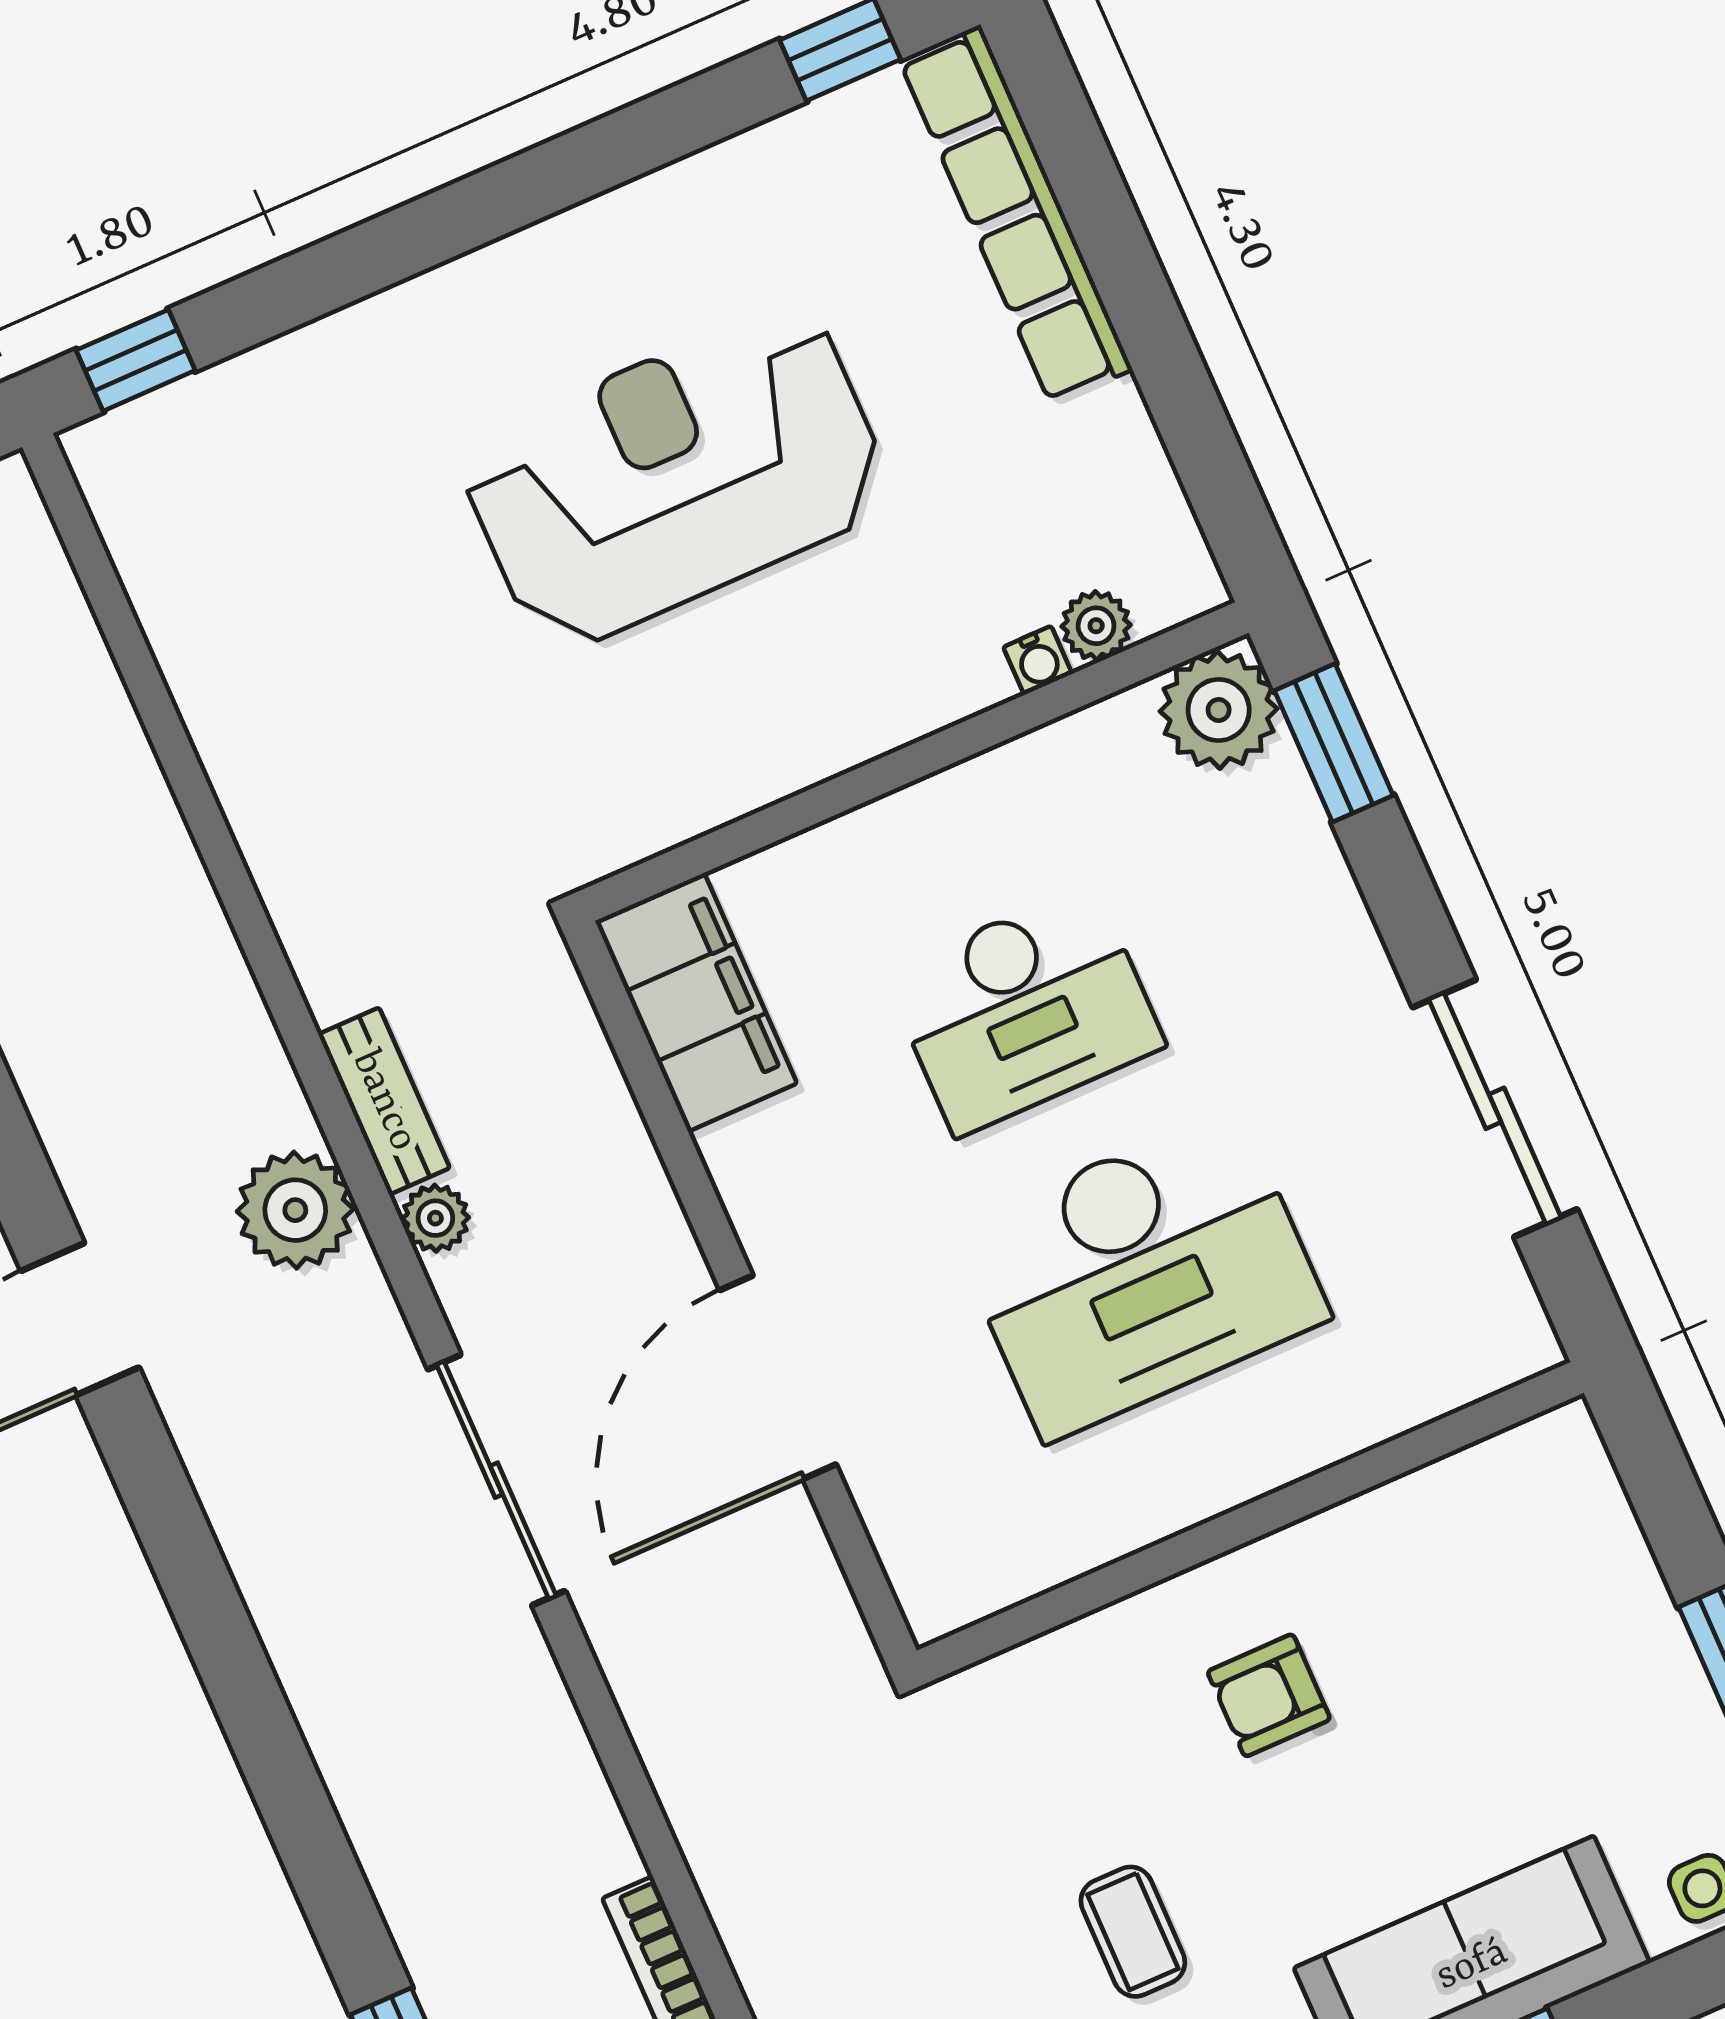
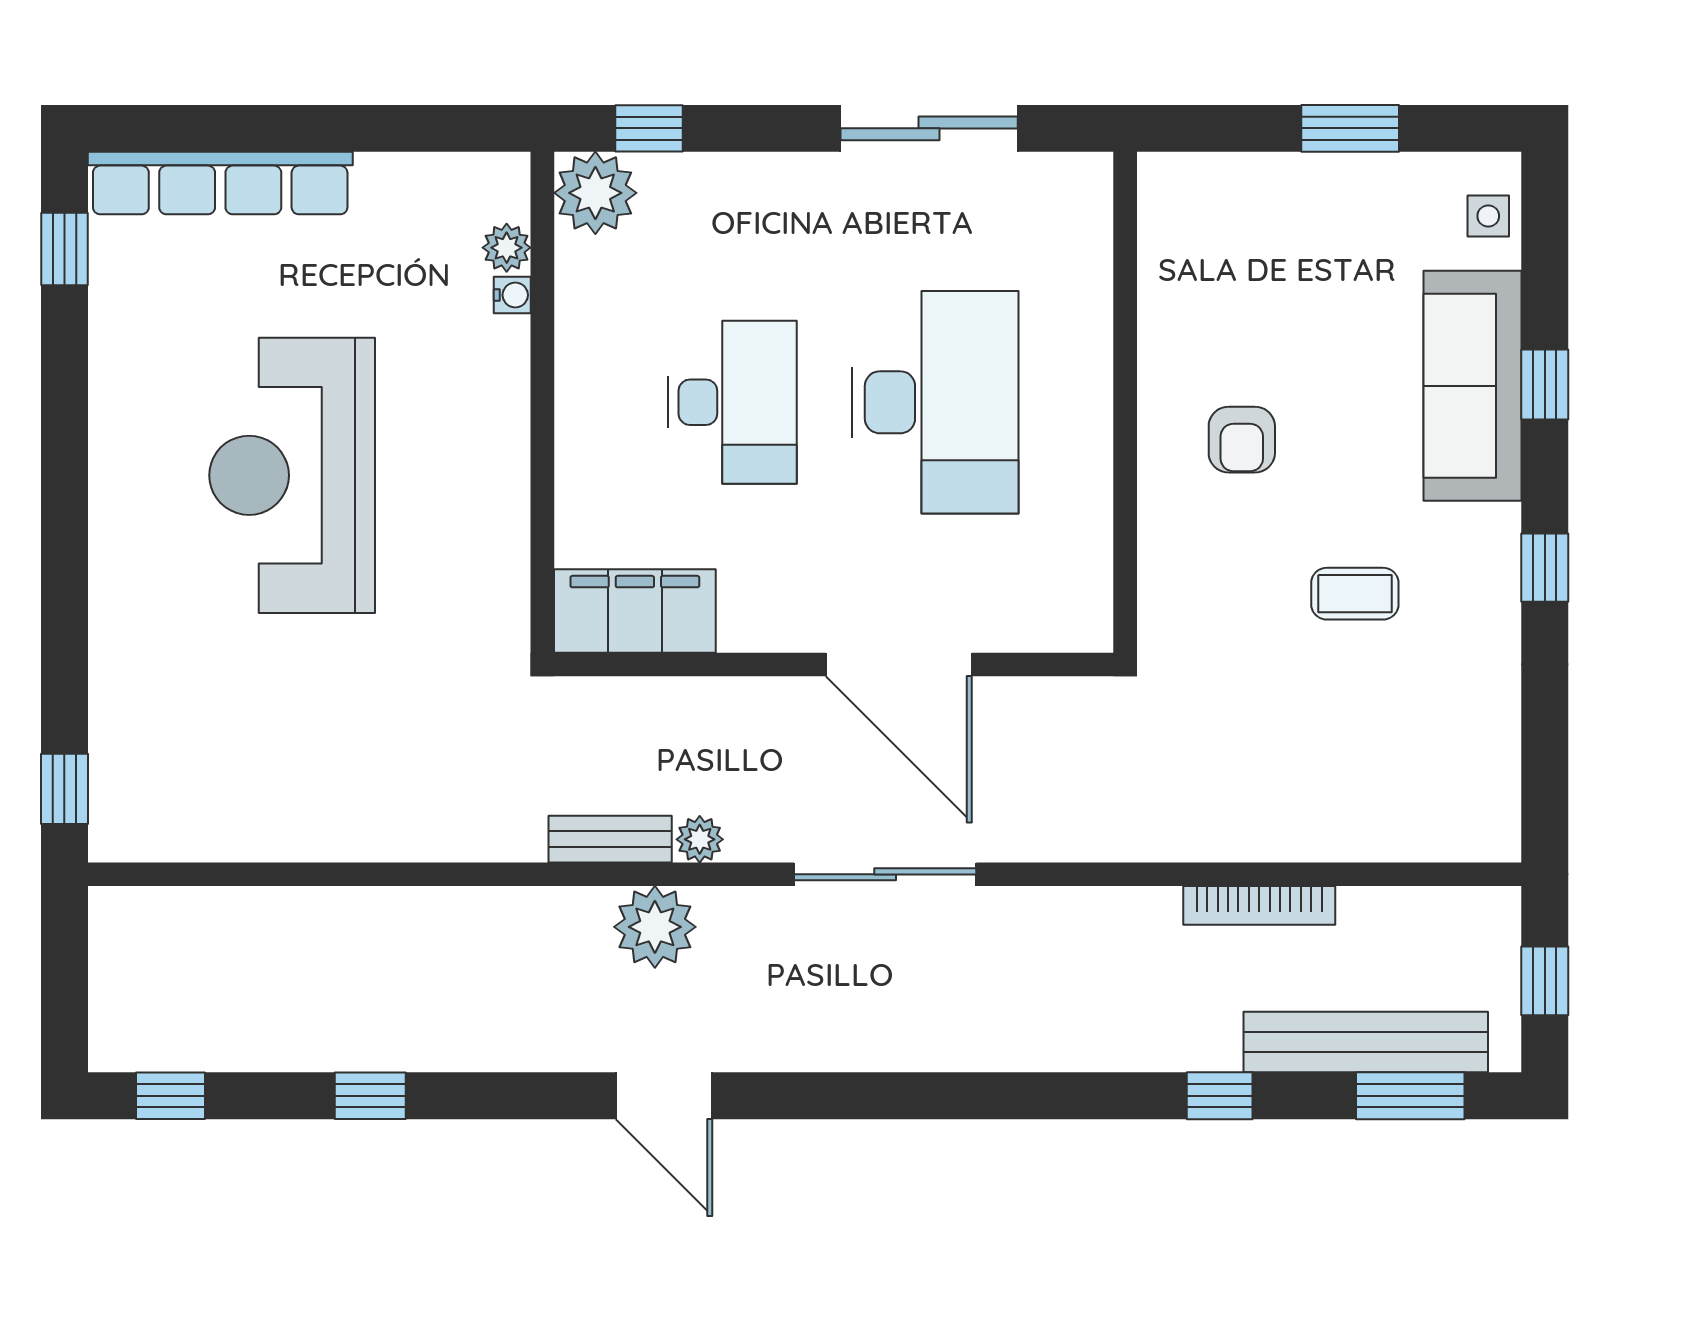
window: (1334, 743) -> (649, 128), width x0.67

